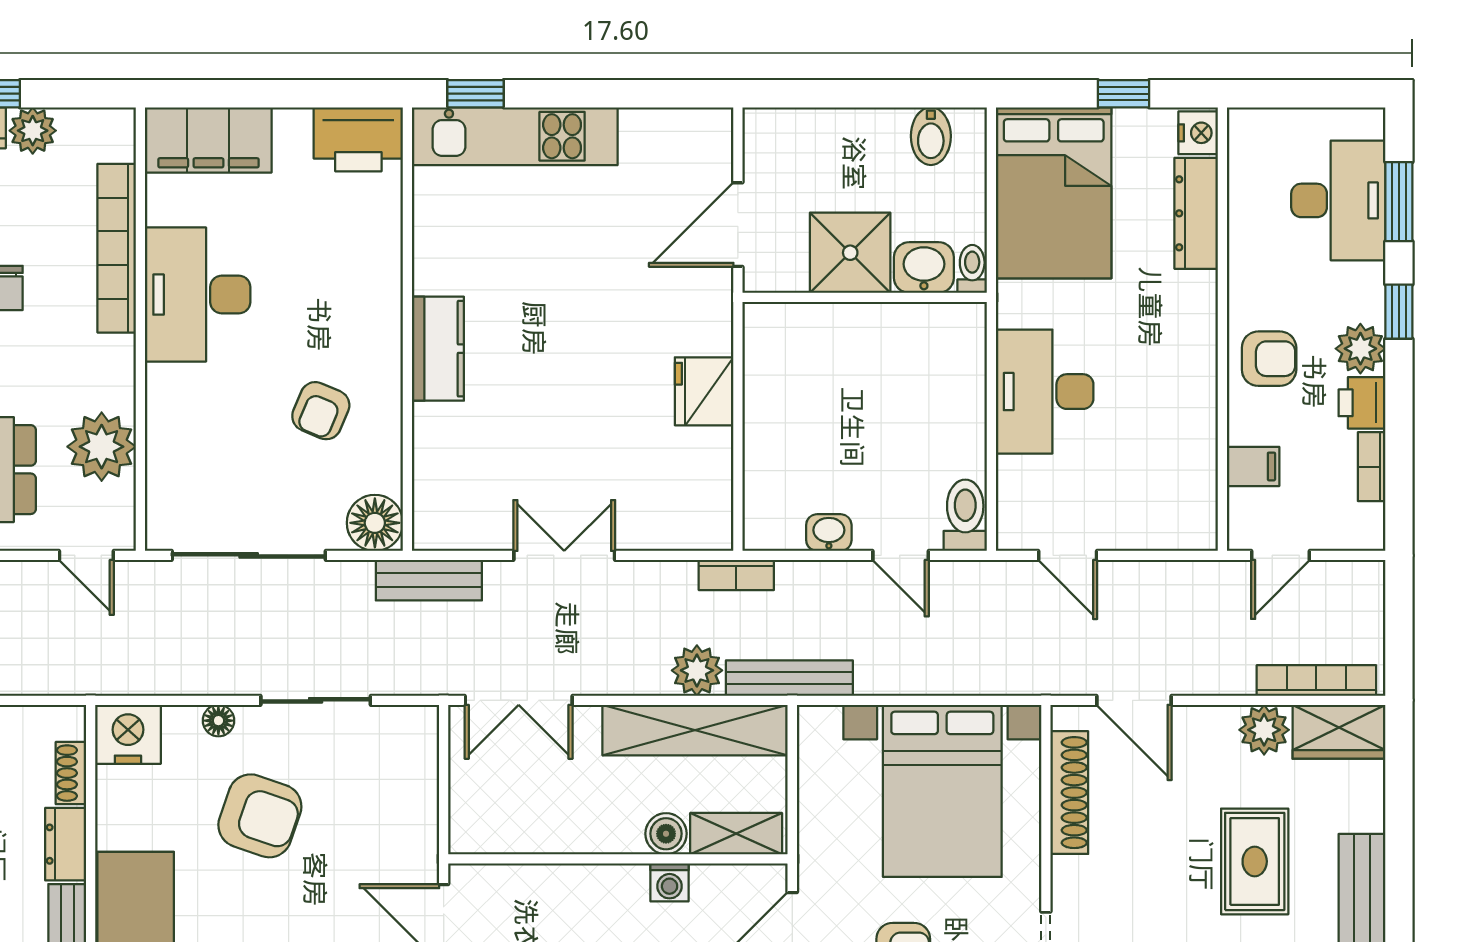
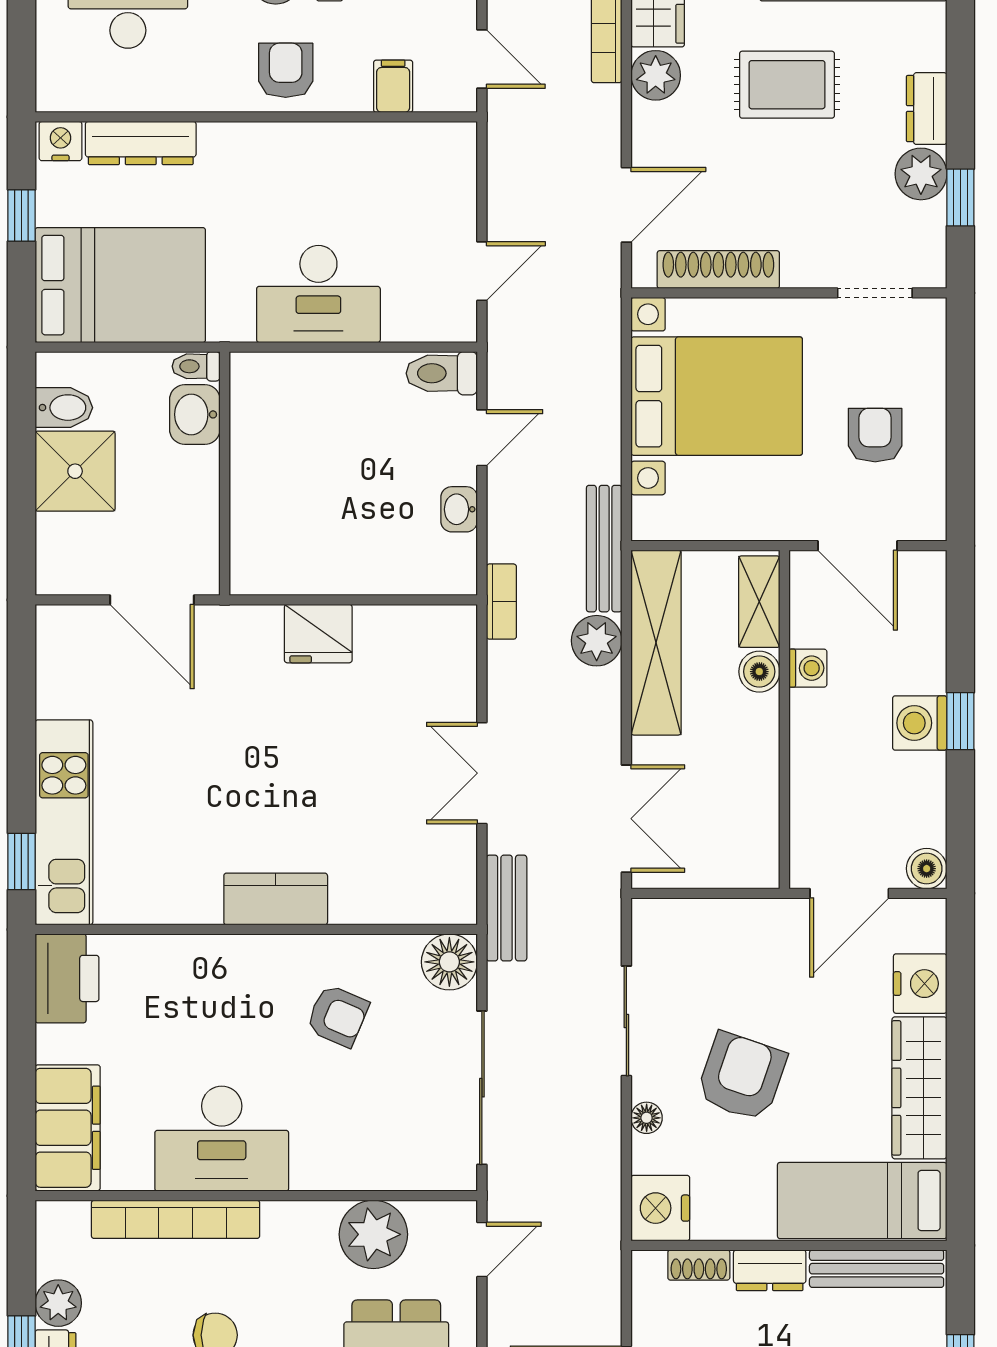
shower: (850, 253) -> (75, 471), moved

